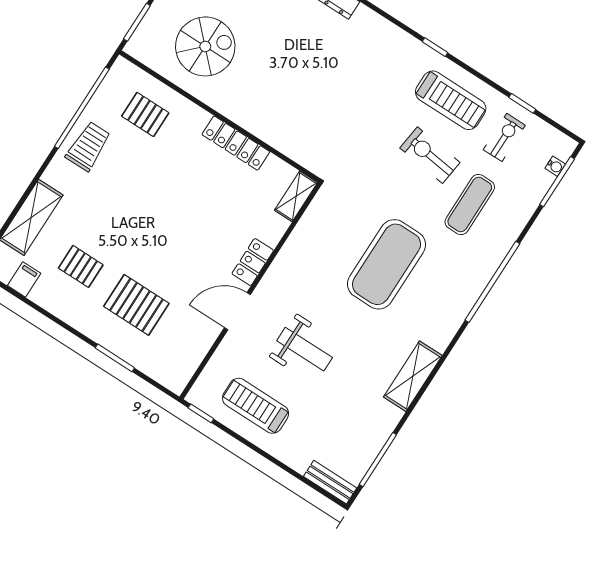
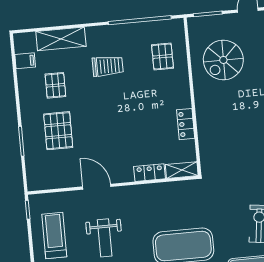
spiral stairs: (205, 46) -> (223, 60), turned 90
locker: (236, 143) -> (186, 124), width x0.66
trolley: (88, 146) -> (108, 66), moved
locker: (253, 262) -> (150, 173), moved

